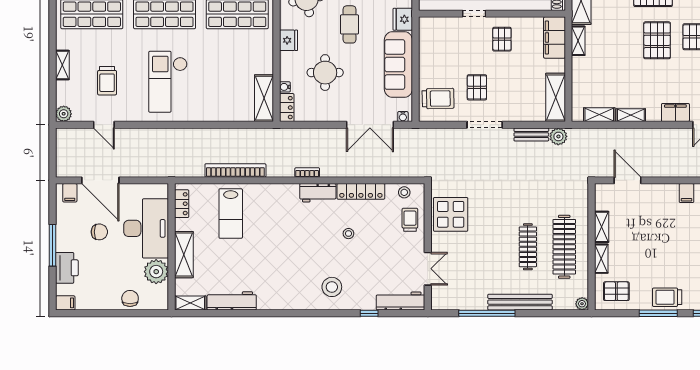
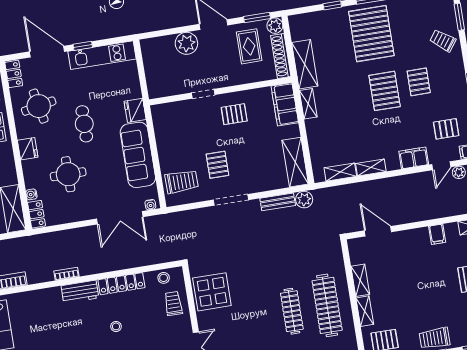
pallet: (502, 39) -> (234, 114), turned 90

